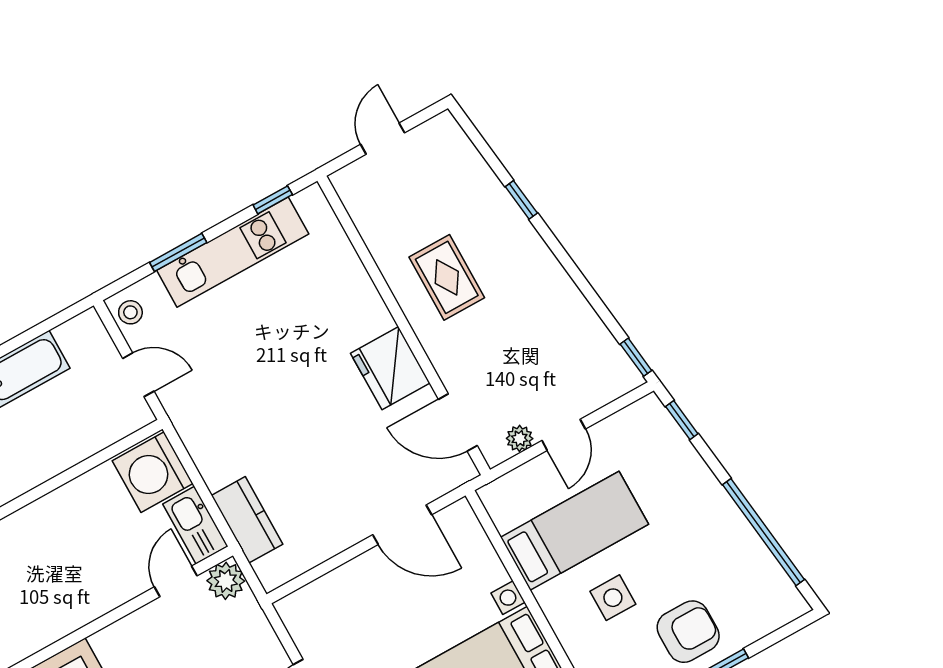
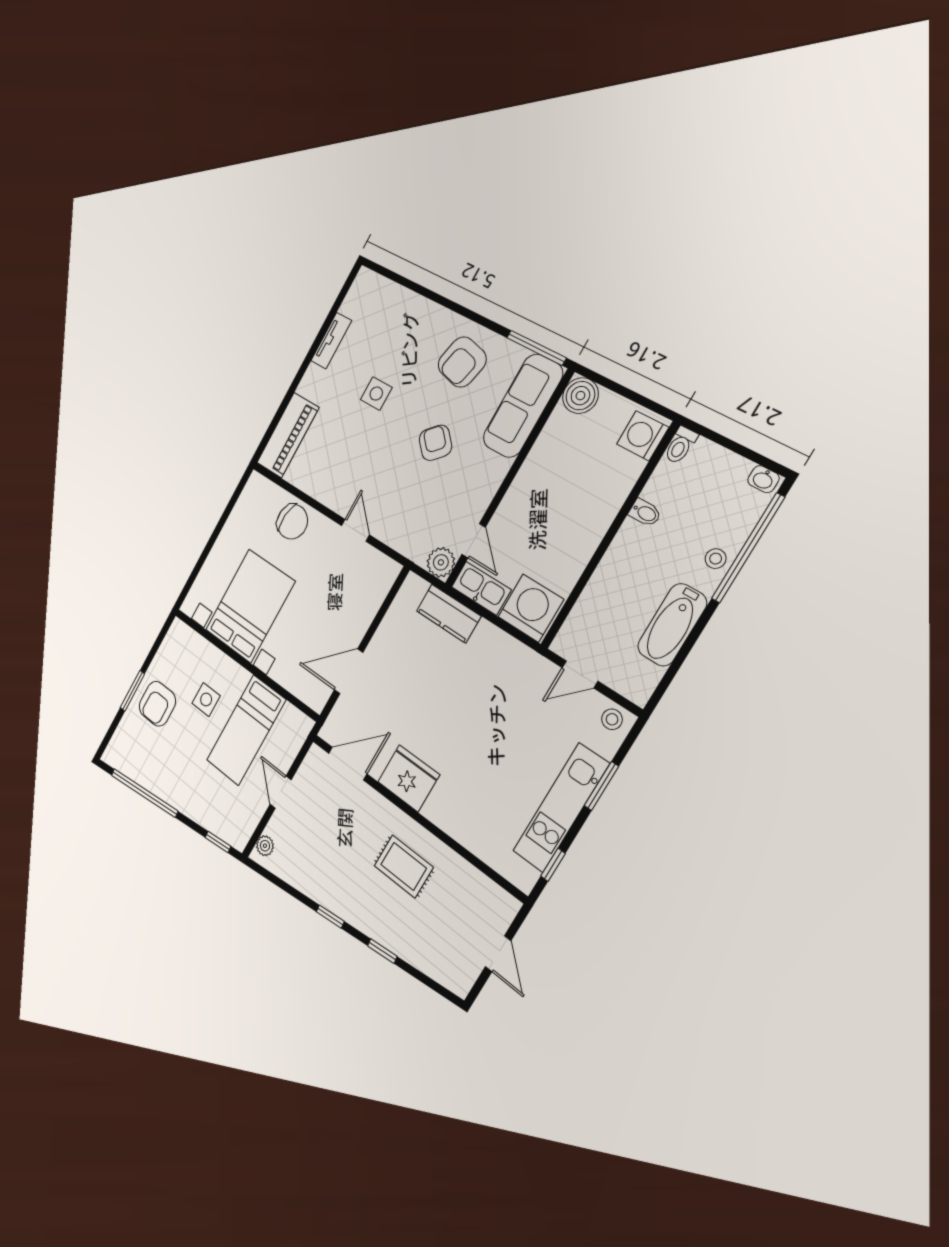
window: (636, 357) -> (330, 916), moved
plant: (520, 438) -> (265, 846), moved

